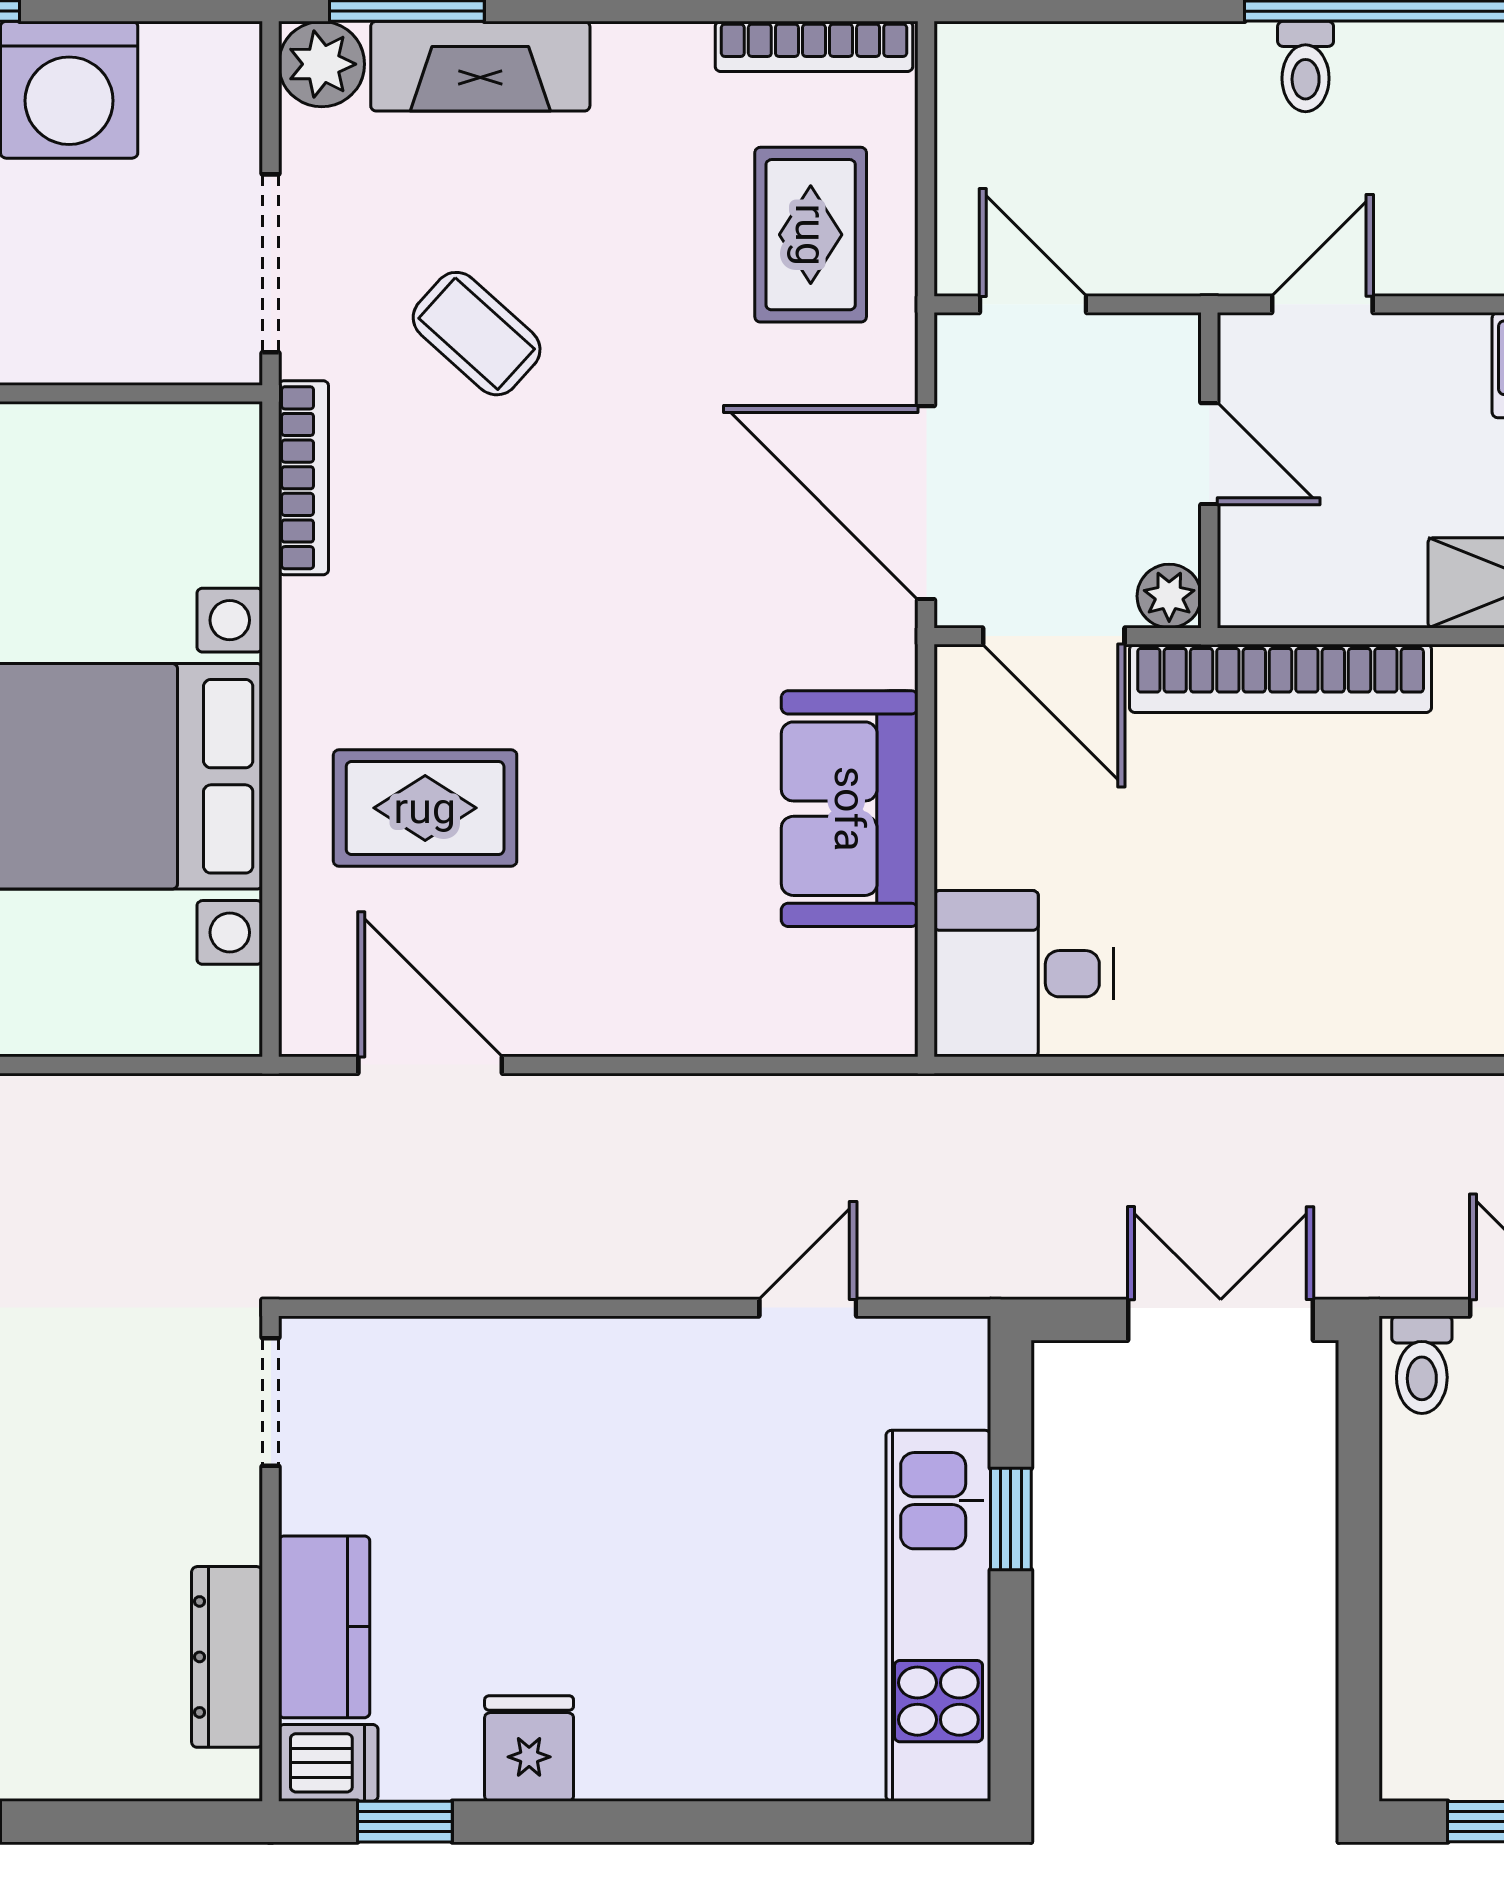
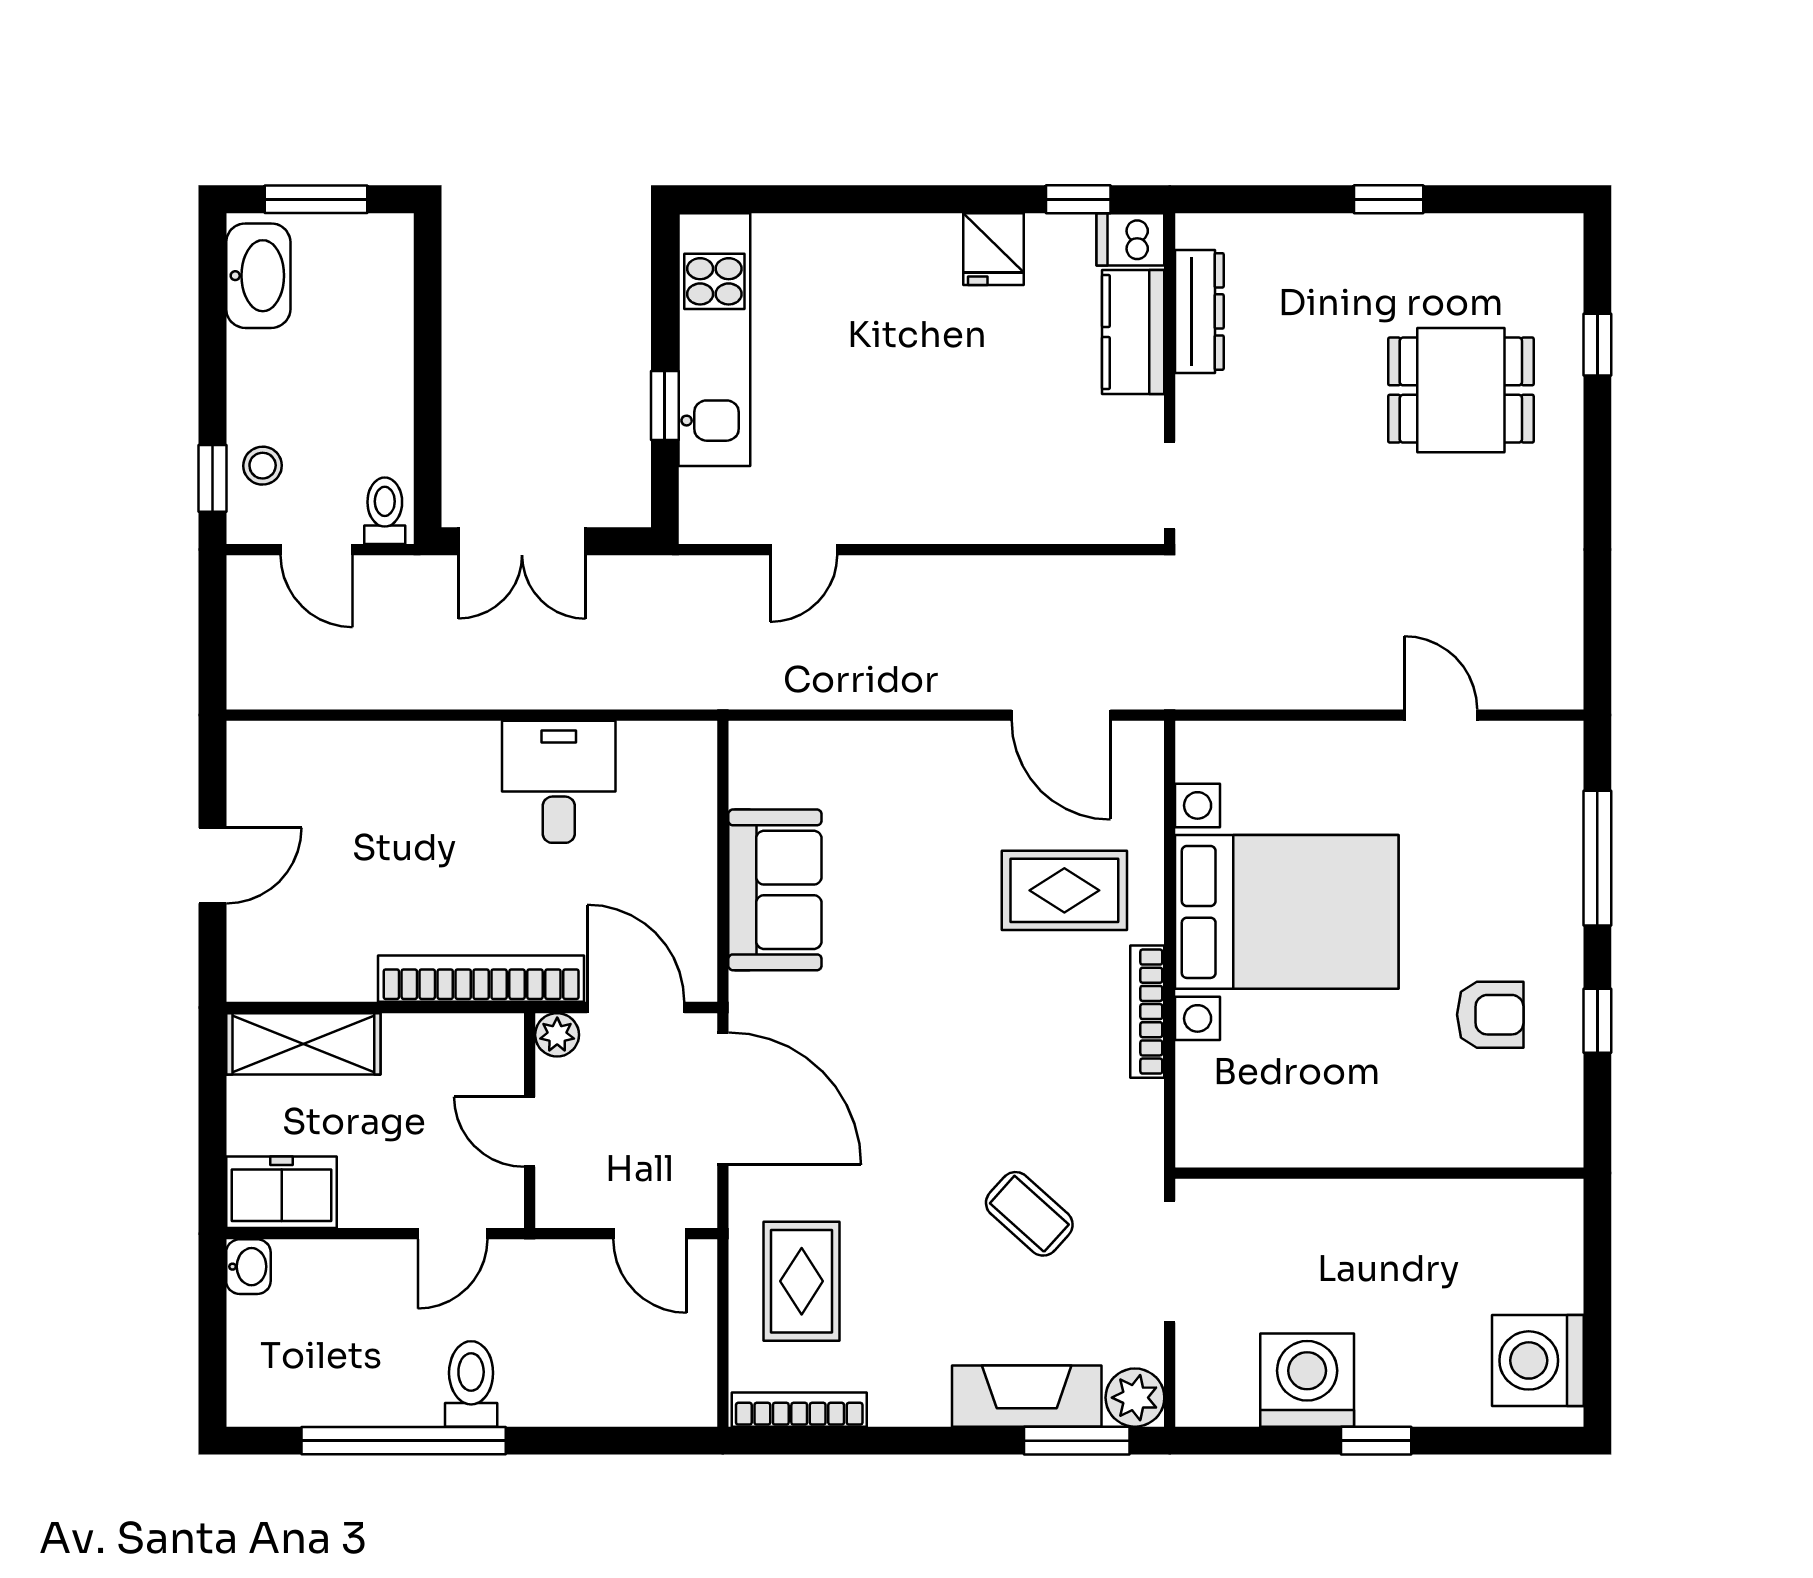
toilet: (1306, 67) -> (471, 1384), width x1.37, depth x1.39
bookcase: (304, 478) -> (1147, 1012), moved
desk: (1024, 974) -> (559, 782), moved, turned -90

